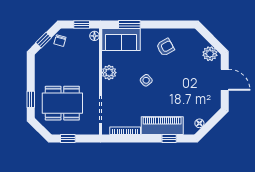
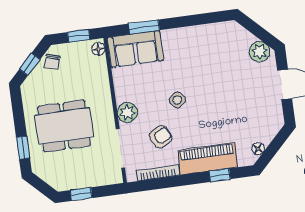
armchair: (165, 47) -> (161, 137), moved
plant: (109, 73) -> (127, 112), moved
dining table: (62, 103) -> (64, 126), moved

